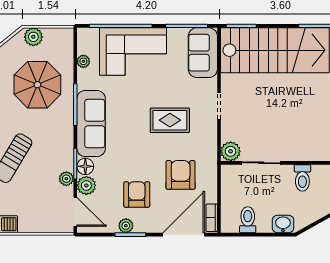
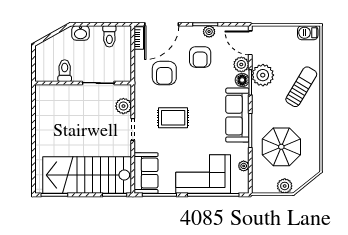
plant: (231, 151) -> (123, 106), moved
plant: (66, 179) -> (263, 75), width x1.87, depth x1.87

